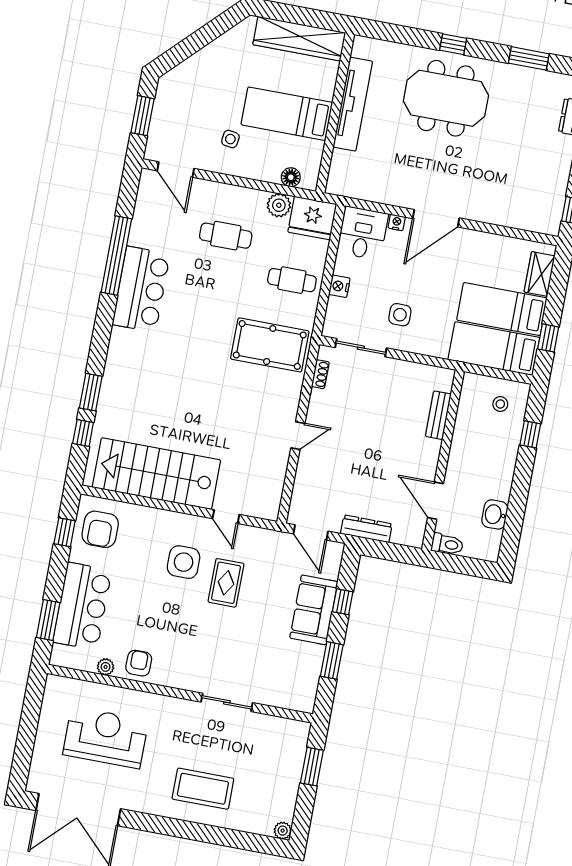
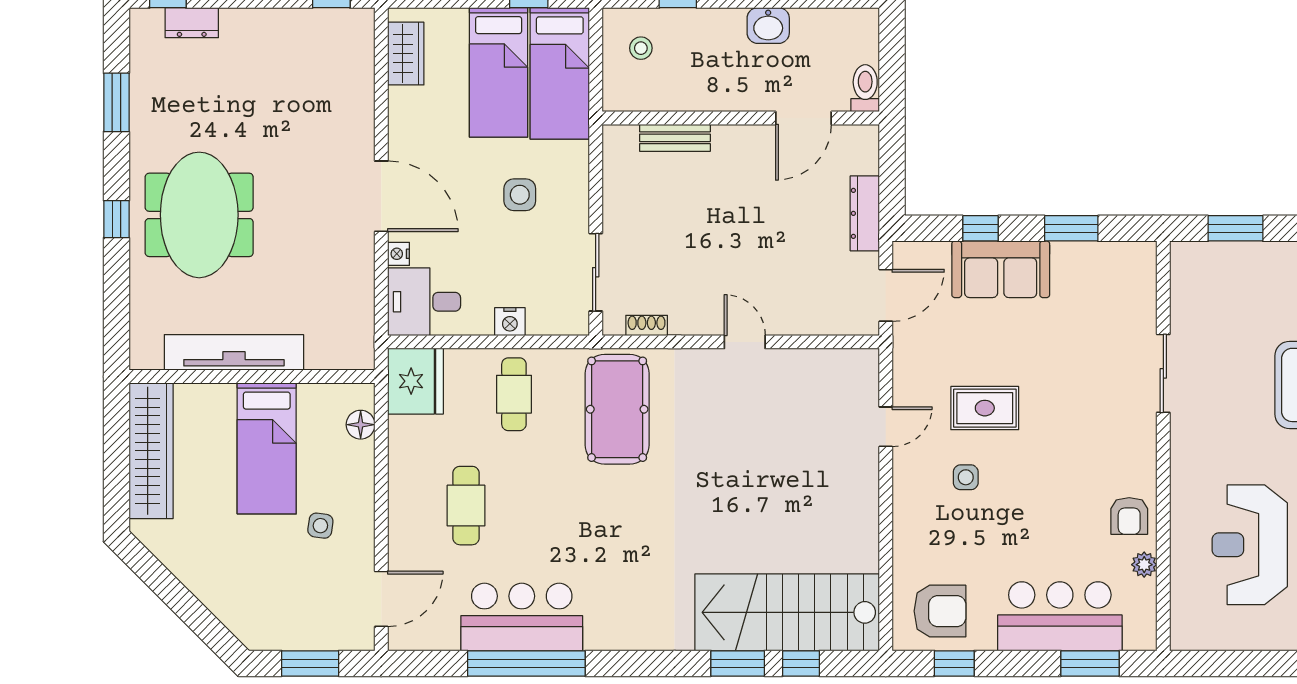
plant: (279, 205) -> (406, 435), removed
wardrobe: (540, 274) -> (406, 54), moved, turned -90
bar counter: (141, 289) -> (522, 617), moved
side table: (400, 315) -> (520, 195), moved
stairs: (156, 474) -> (787, 612), moved, turned 90
washbasin: (495, 514) -> (768, 26), moved
side table: (184, 562) -> (966, 477), width x0.54, depth x0.54
armchair: (139, 663) -> (1129, 516), turned -90

